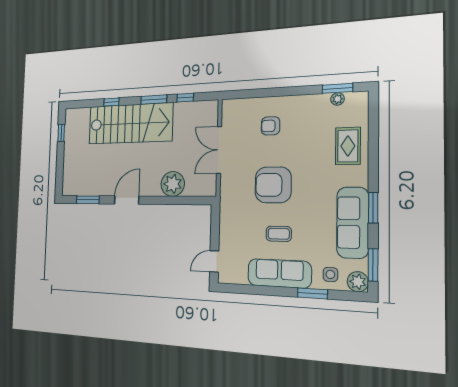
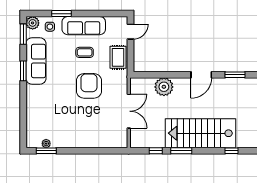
window: (111, 102) -> (232, 151), moved
armchair: (270, 126) -> (91, 127), removed
rug: (348, 146) -> (118, 57), moved
armchair: (273, 185) -> (89, 86), turned -90

